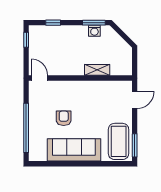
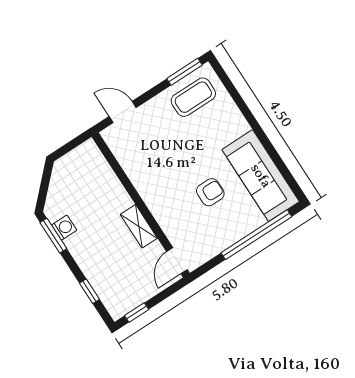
shelving: (97, 70) -> (139, 226), moved
armchair: (64, 118) -> (210, 192), turned 180
coffee table: (119, 141) -> (193, 97), width x0.73, depth x0.76
sofa: (74, 150) -> (261, 176), moved

